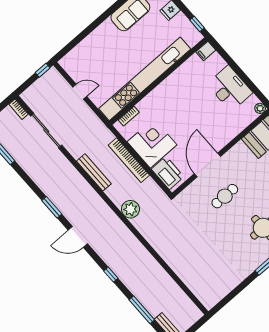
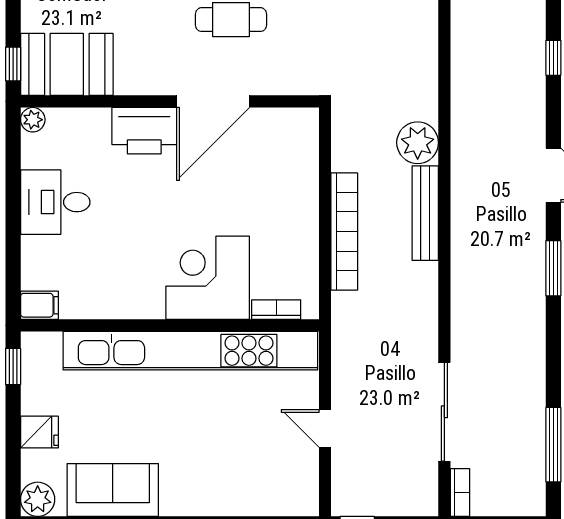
desk: (230, 88) -> (55, 202), width x0.73
corner desk: (152, 143) -> (208, 278), moved, turned 90
bench: (94, 172) -> (425, 213), moved
printer: (168, 173) -> (144, 131), moved, turned -90

